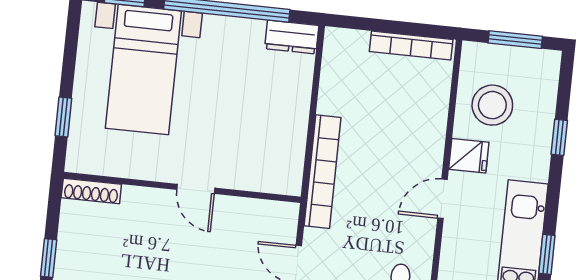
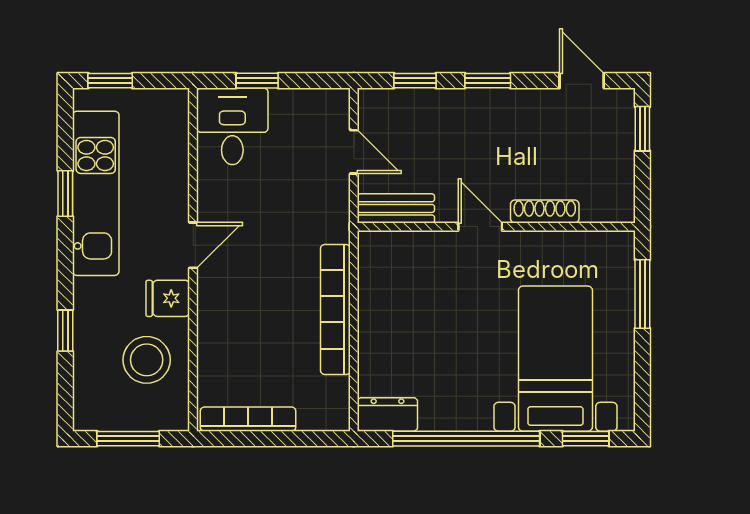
window: (63, 117) -> (642, 294), width x1.50
bookcase: (323, 172) -> (335, 309), moved
shoe rack: (91, 191) -> (545, 212), moved
bench: (266, 212) -> (396, 208), added

